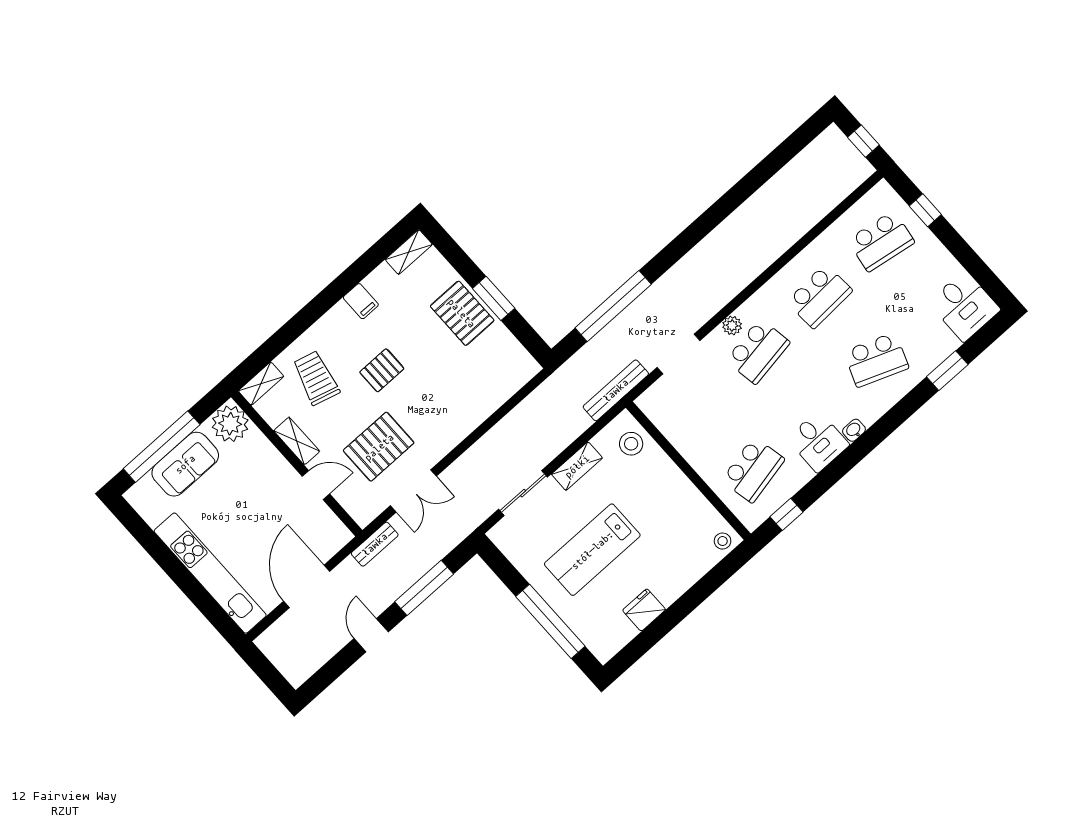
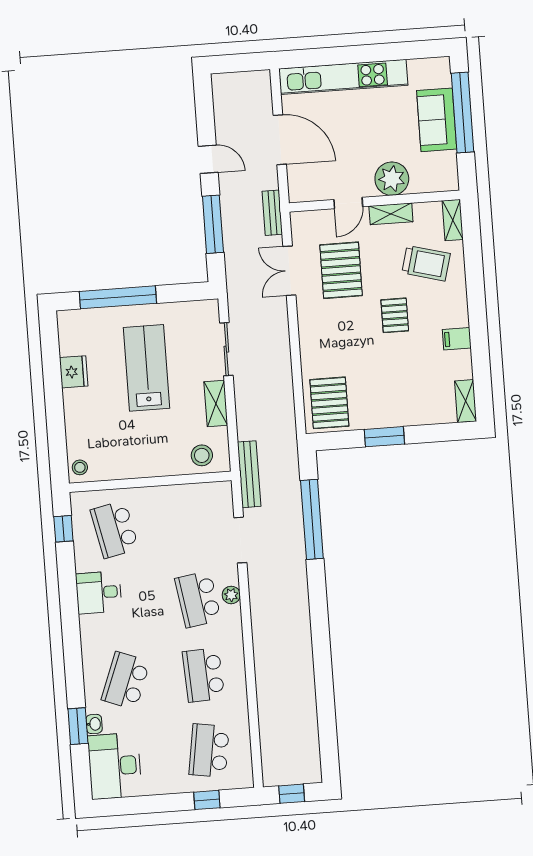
desk: (964, 306) -> (115, 766), width x1.37
pallet: (462, 313) -> (329, 403), moved, turned 90
plant: (230, 424) -> (392, 179), moved
washbasin: (854, 430) -> (94, 724), moved

